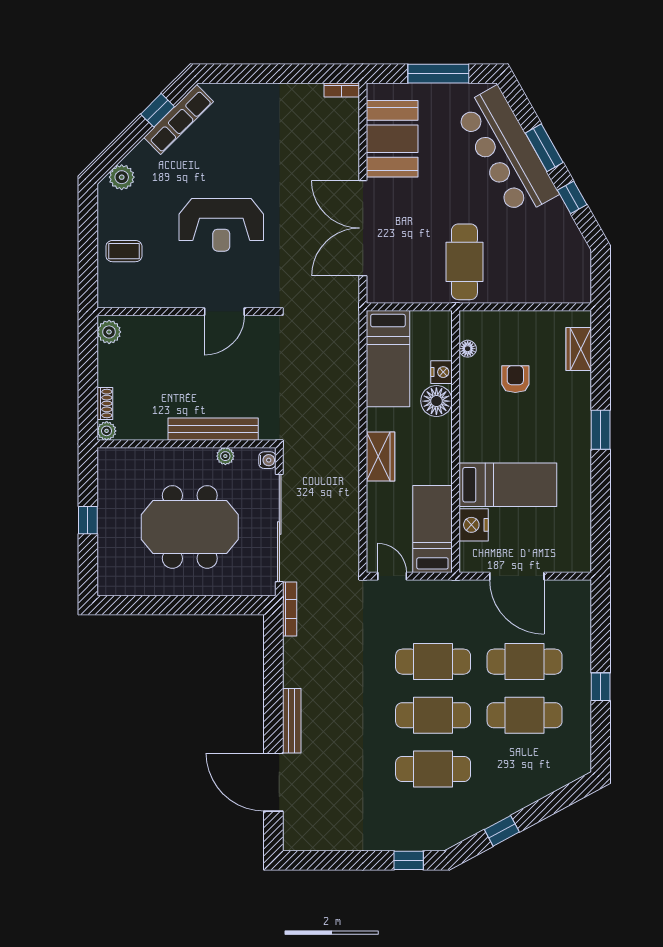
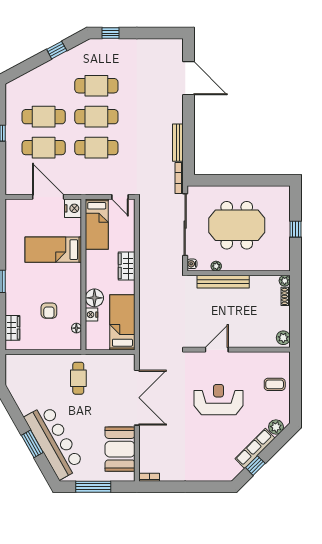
row of seats: (179, 119) -> (255, 448), moved
window: (572, 197) -> (16, 415), removed
cafe table: (464, 262) -> (78, 378), width x0.73, depth x0.74
nightstand: (474, 525) -> (73, 208), moved
bench: (292, 721) -> (178, 143), moved

